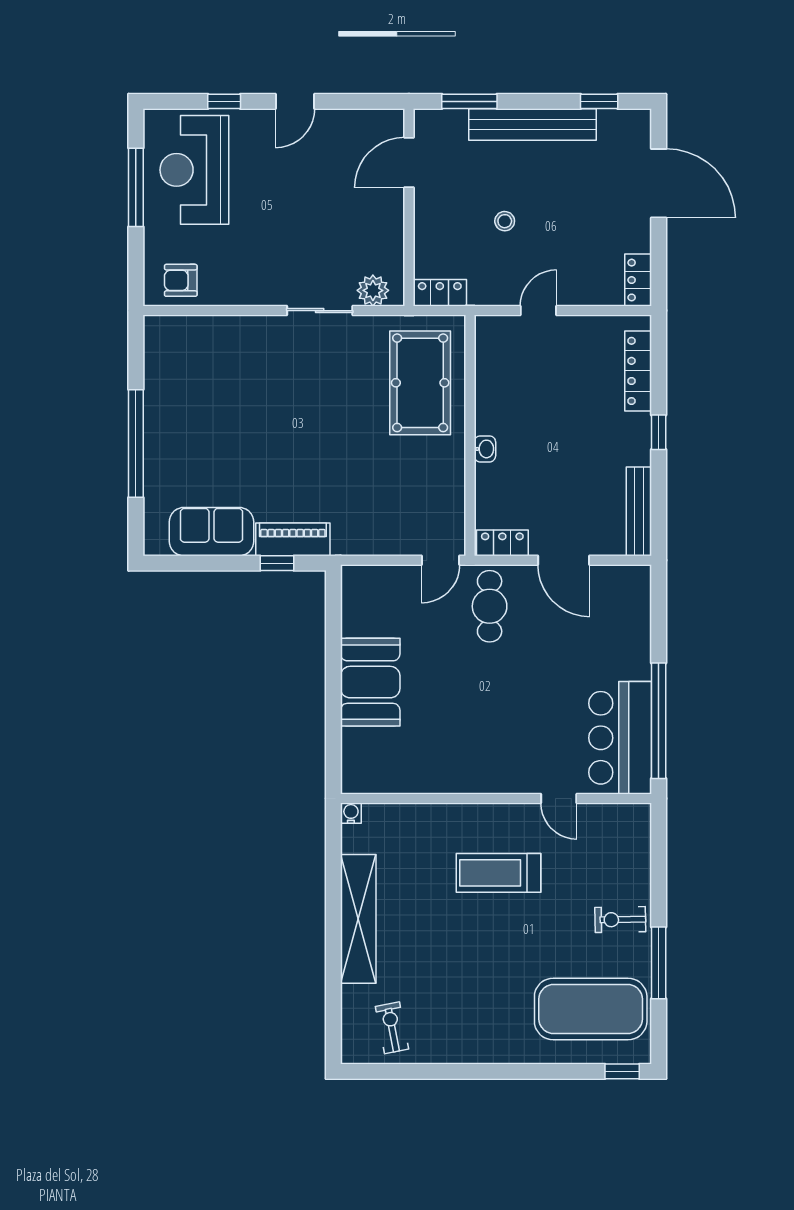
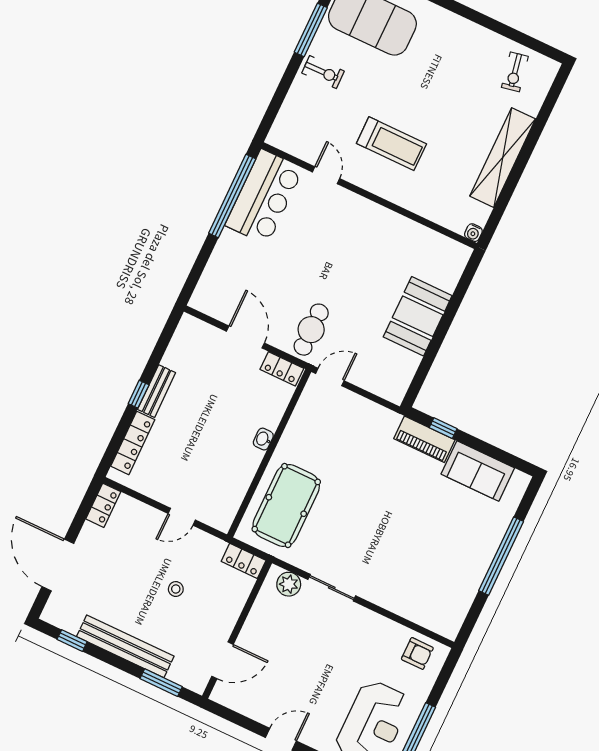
bench: (639, 511) -> (157, 391), moved, width x0.73

